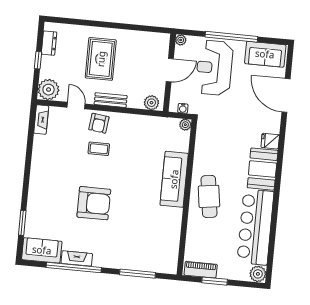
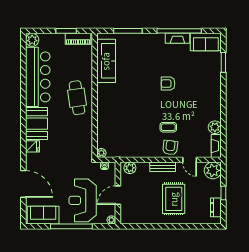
reception desk: (214, 68) -> (83, 200), turned 180
plant: (41, 143) -> (215, 127), added
sofa: (174, 179) -> (106, 61), moved
armchair: (94, 203) -> (168, 84), width x0.53, depth x0.53

